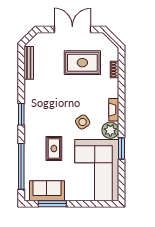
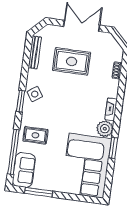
rug: (82, 63) -> (72, 61), moved
side table: (83, 122) -> (35, 94), moved
rug: (54, 149) -> (35, 135), moved, turned 90
sofa: (47, 191) -> (24, 170), moved, turned 90

